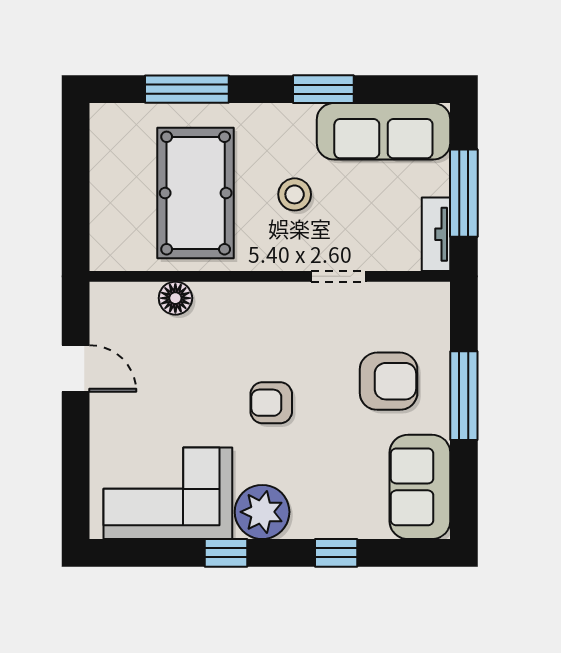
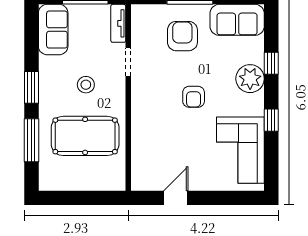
window: (323, 89) -> (31, 87), moved
sofa: (383, 131) -> (53, 30), width x0.73
tv unit: (436, 234) -> (118, 23), moved, turned 90
floor lamp: (175, 298) -> (139, 146), removed
plant: (262, 512) -> (250, 79), moved

